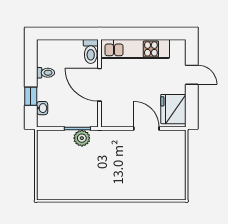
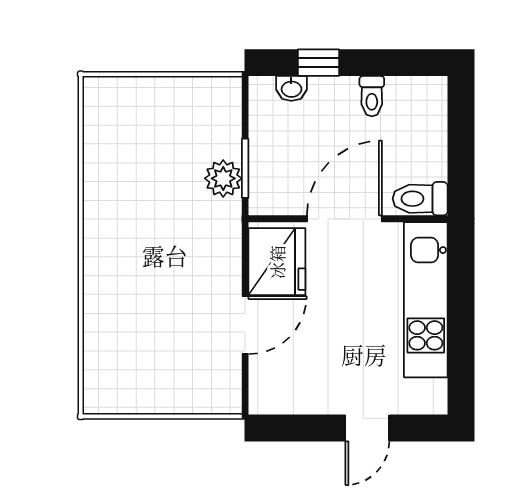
fridge: (173, 109) -> (277, 262), moved, turned 90

